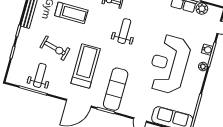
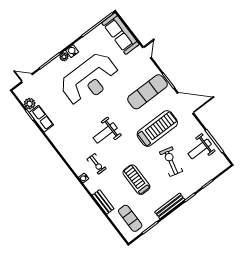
water cooler: (207, 50) -> (72, 51), moved
treadmill: (86, 66) -> (157, 129), turned 180

